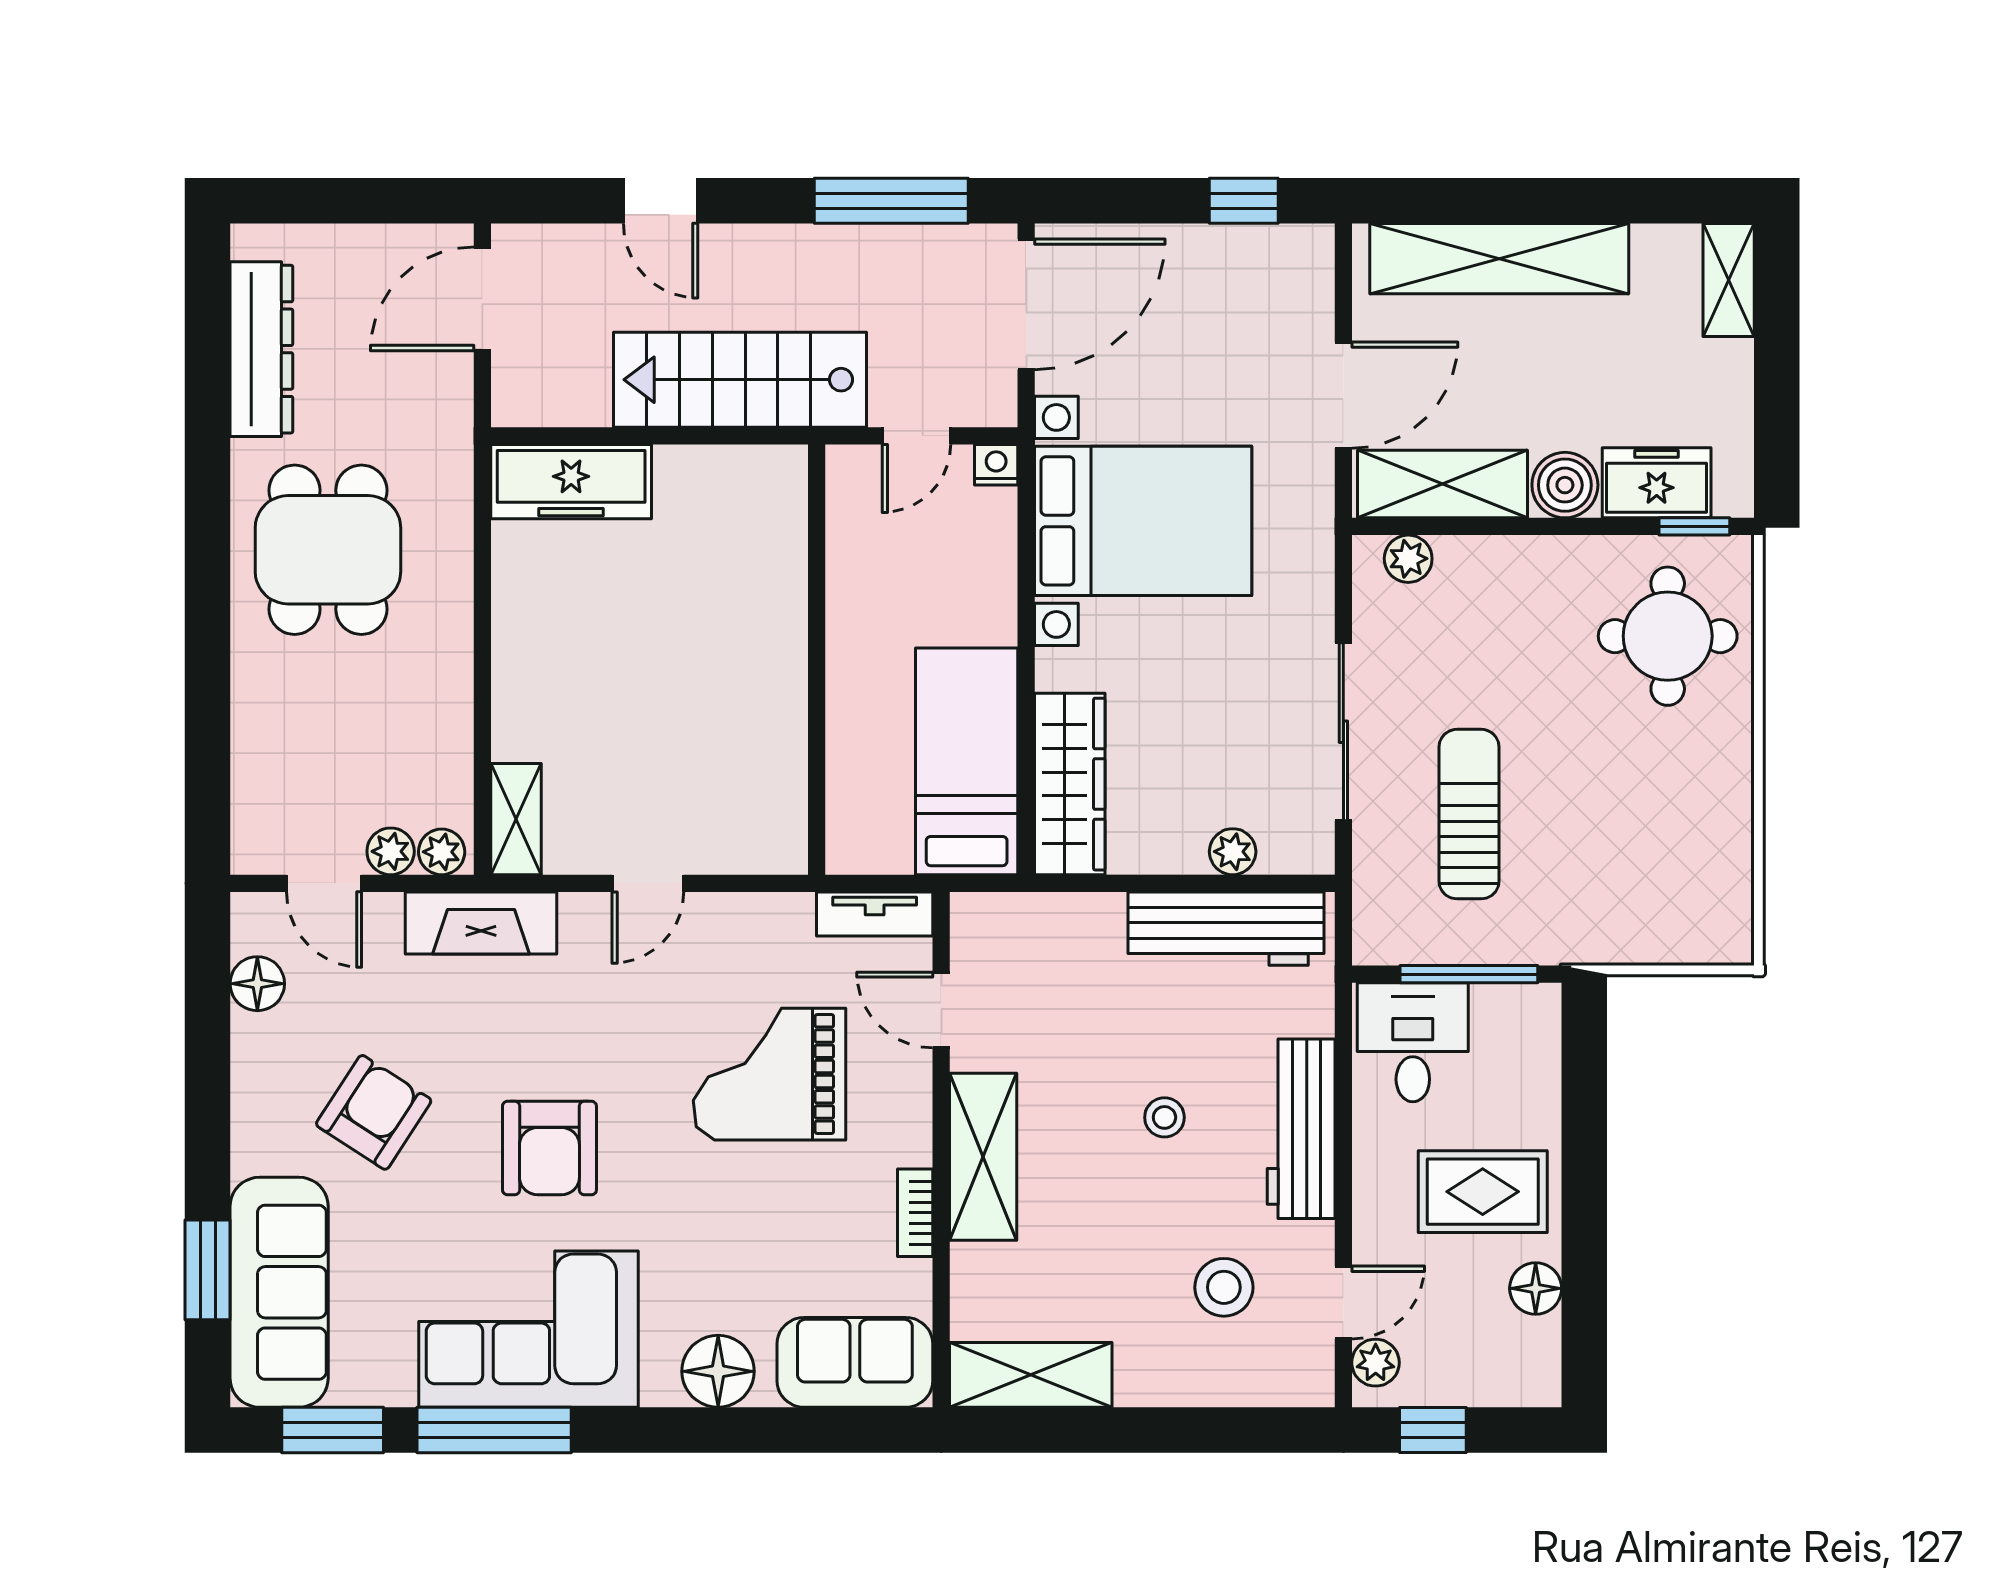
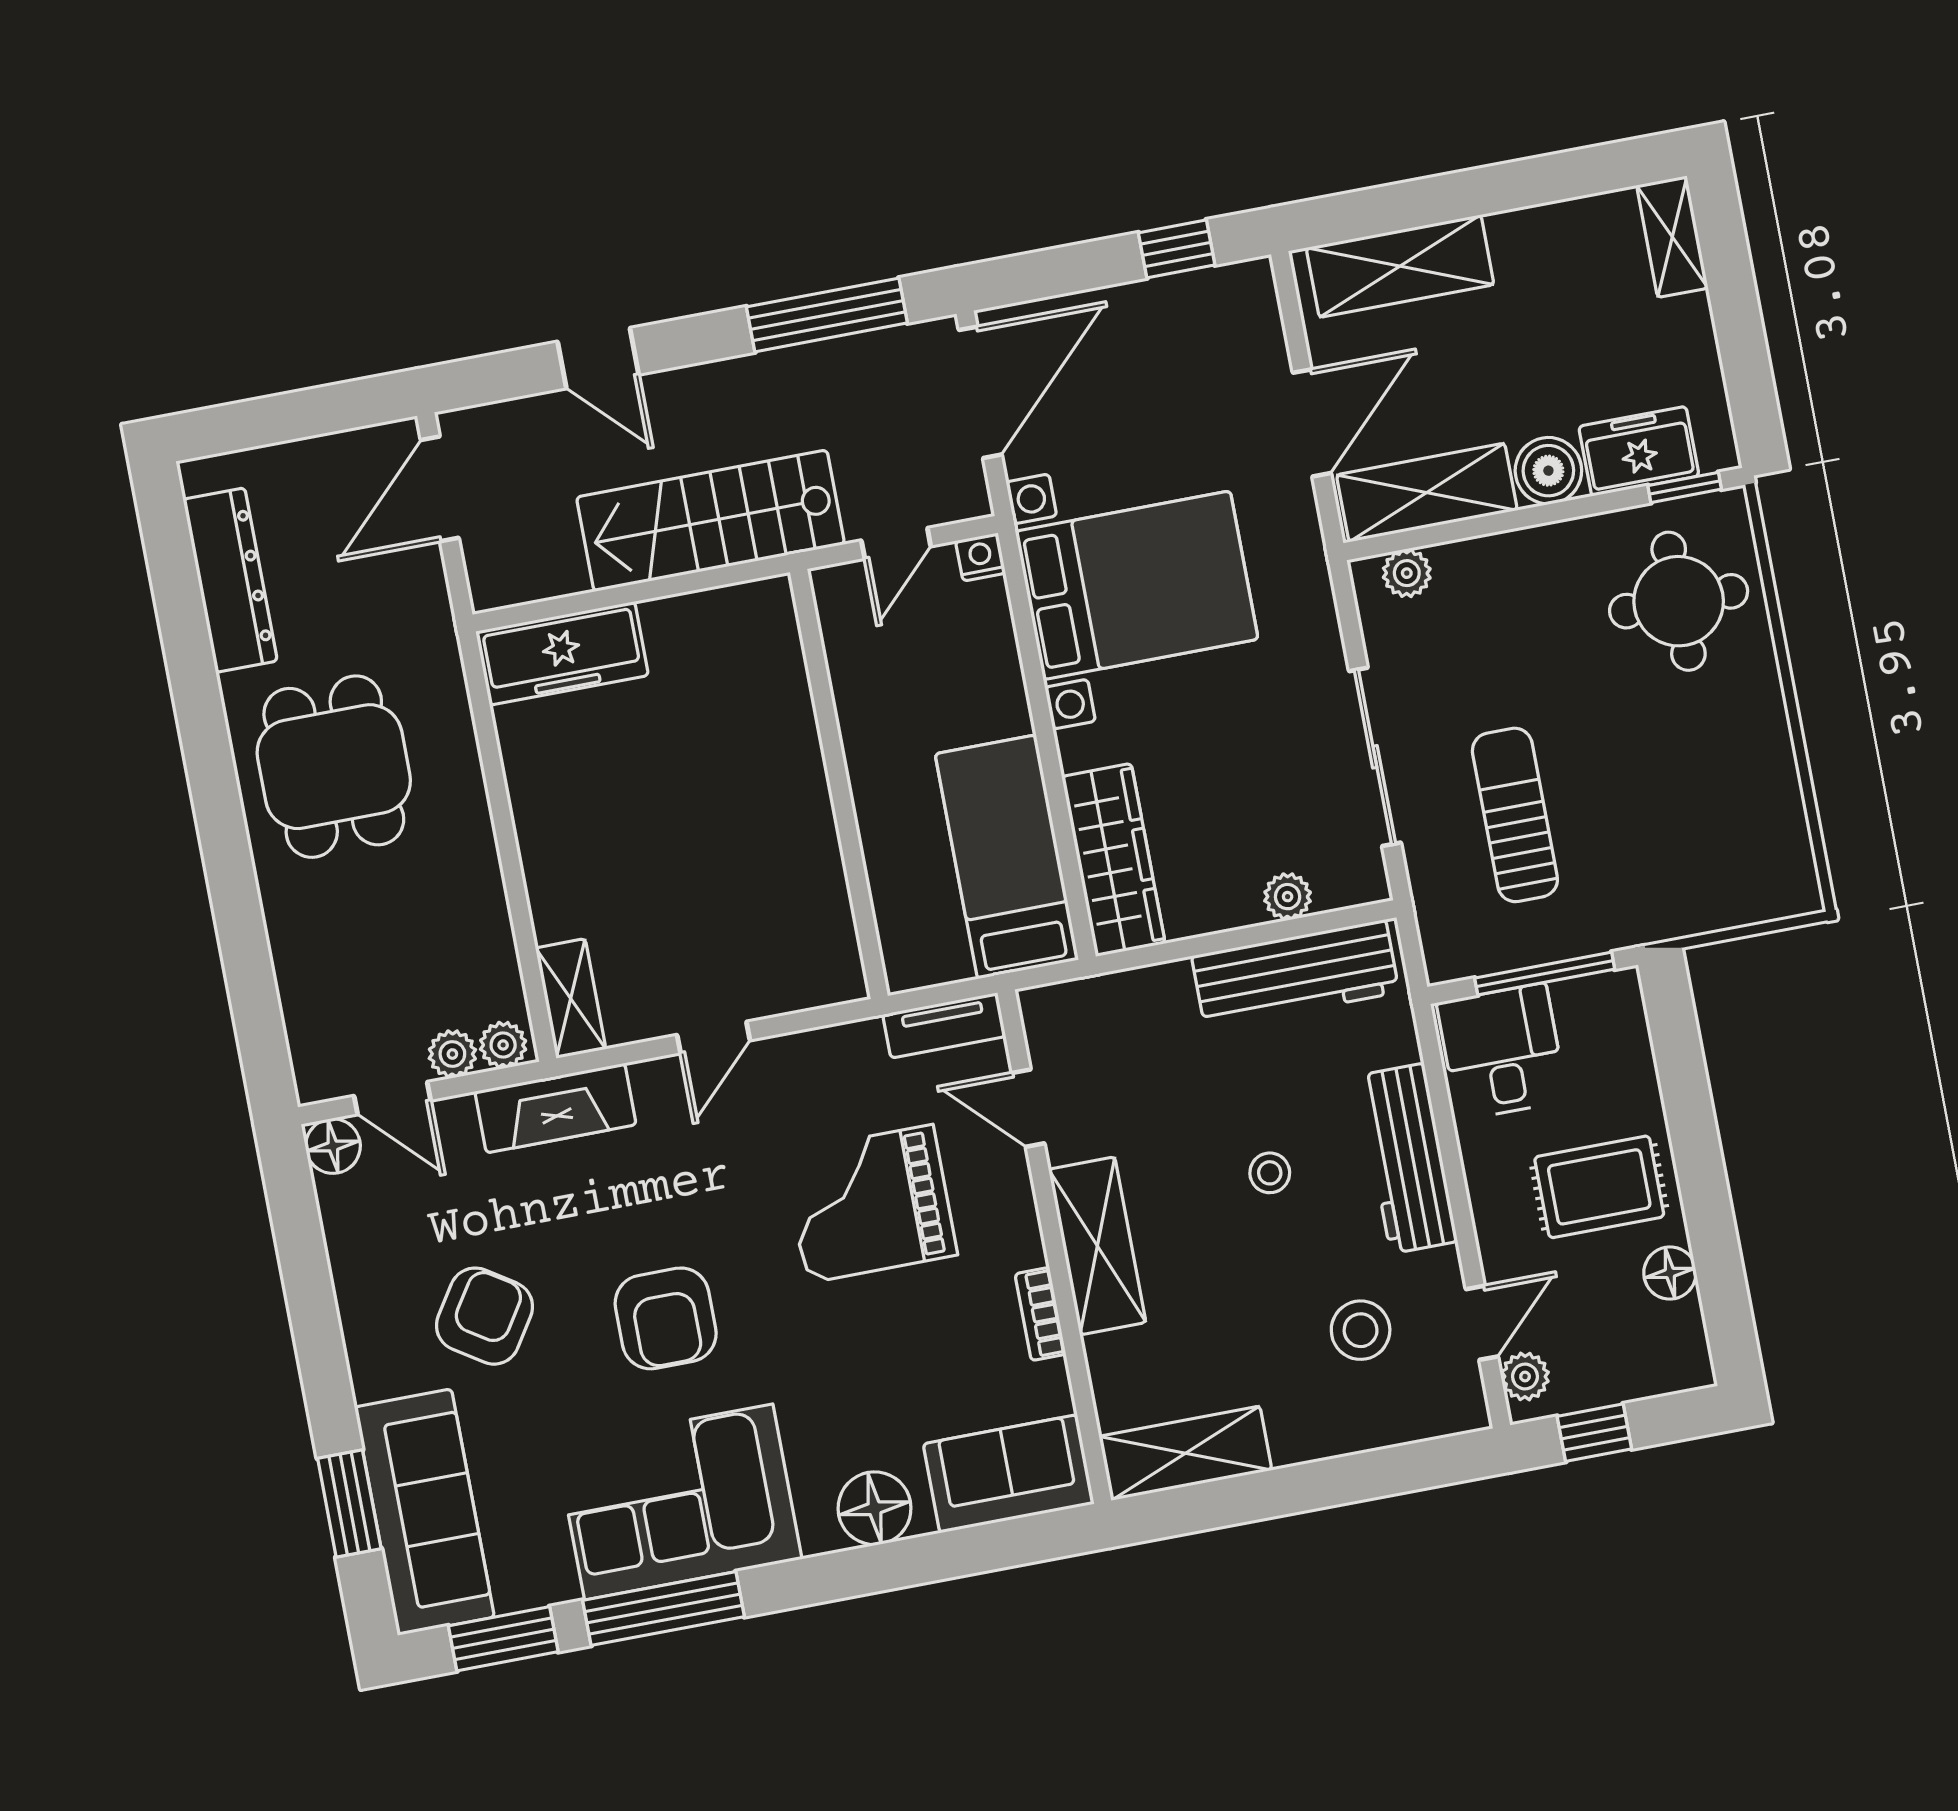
shelving: (1499, 259) -> (1400, 266), width x0.68
floor lamp: (257, 984) -> (333, 1146), moved

